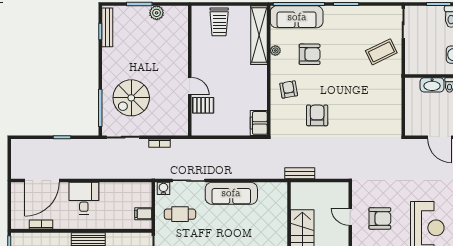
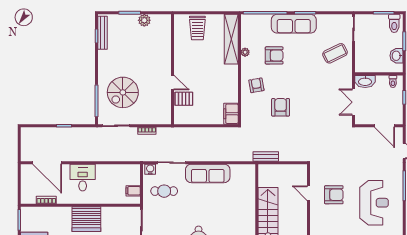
sofa: (297, 17) -> (294, 24), moved
washbasin: (432, 85) -> (365, 81), moved
double door: (403, 109) -> (354, 102), added
door: (42, 181) -> (47, 163), hinge flipped

